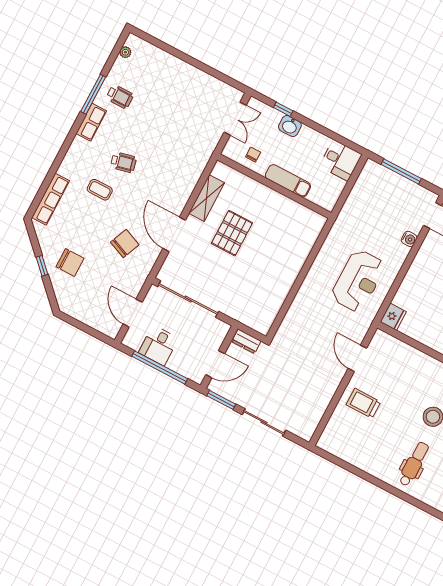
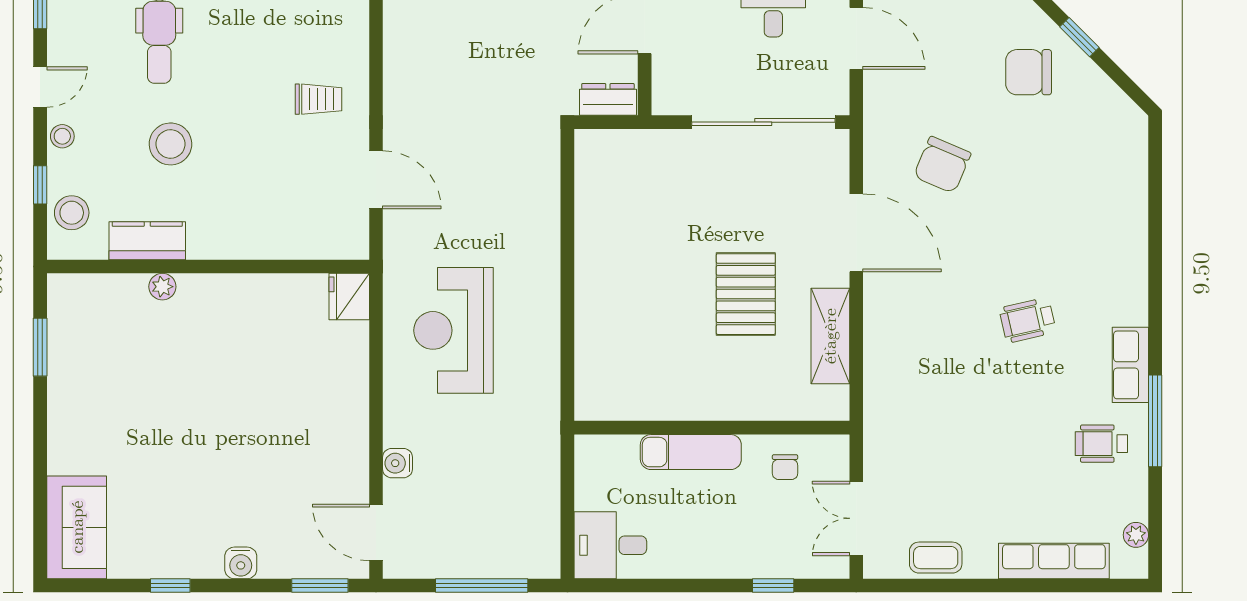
washbasin: (290, 126) -> (743, 560), removed
coffee table: (100, 190) -> (936, 558), moved
row of seats: (51, 199) -> (1054, 561), moved, turned 90
trolley: (363, 403) -> (319, 99), width x0.73, depth x0.72

